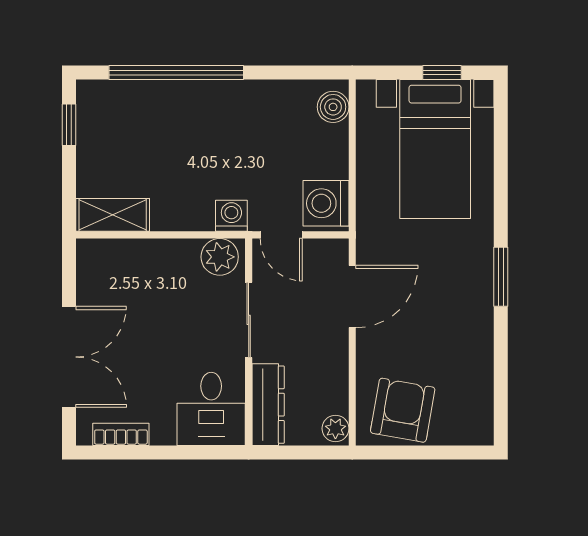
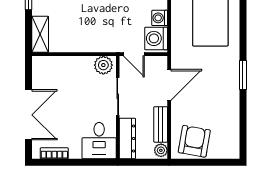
shelving: (113, 215) -> (40, 34), moved, turned 90
washing machine: (231, 216) -> (160, 18), moved, turned -90
bench: (335, 376) -> (161, 124), added

